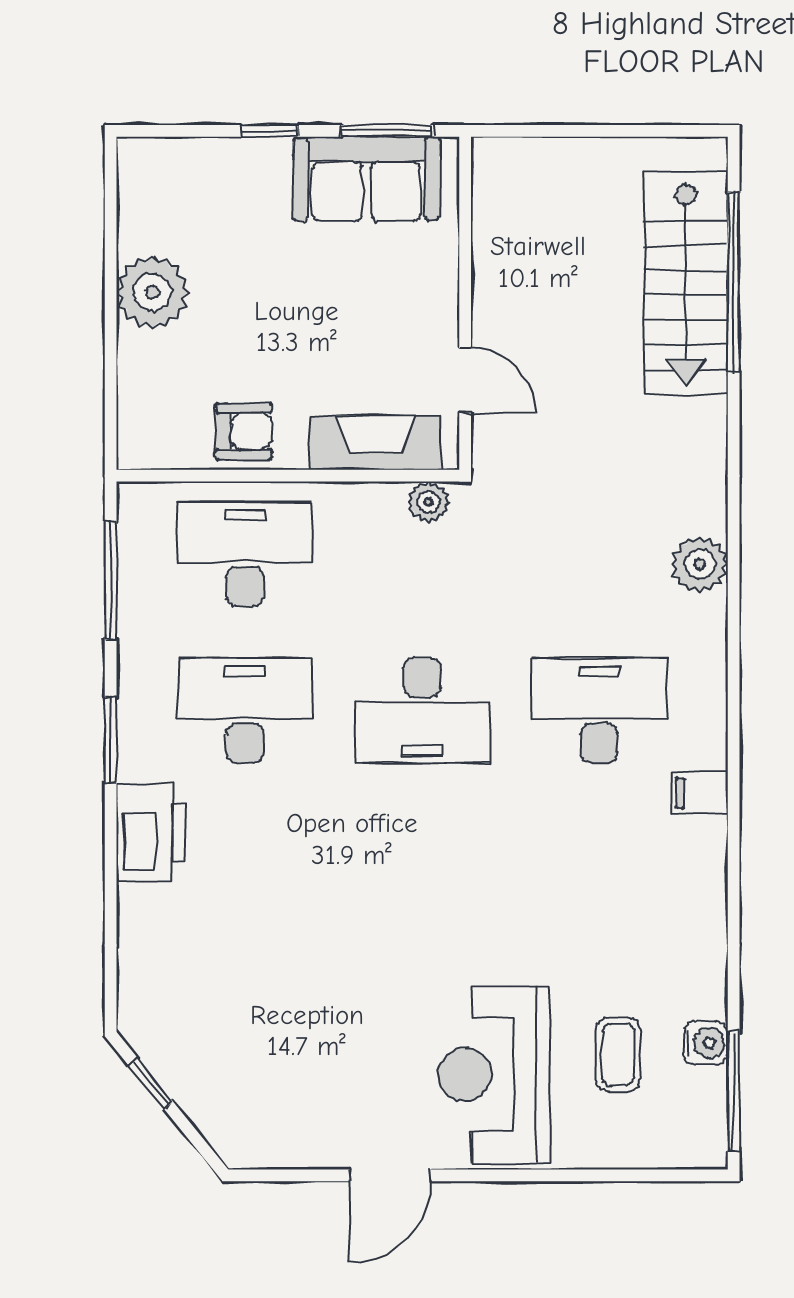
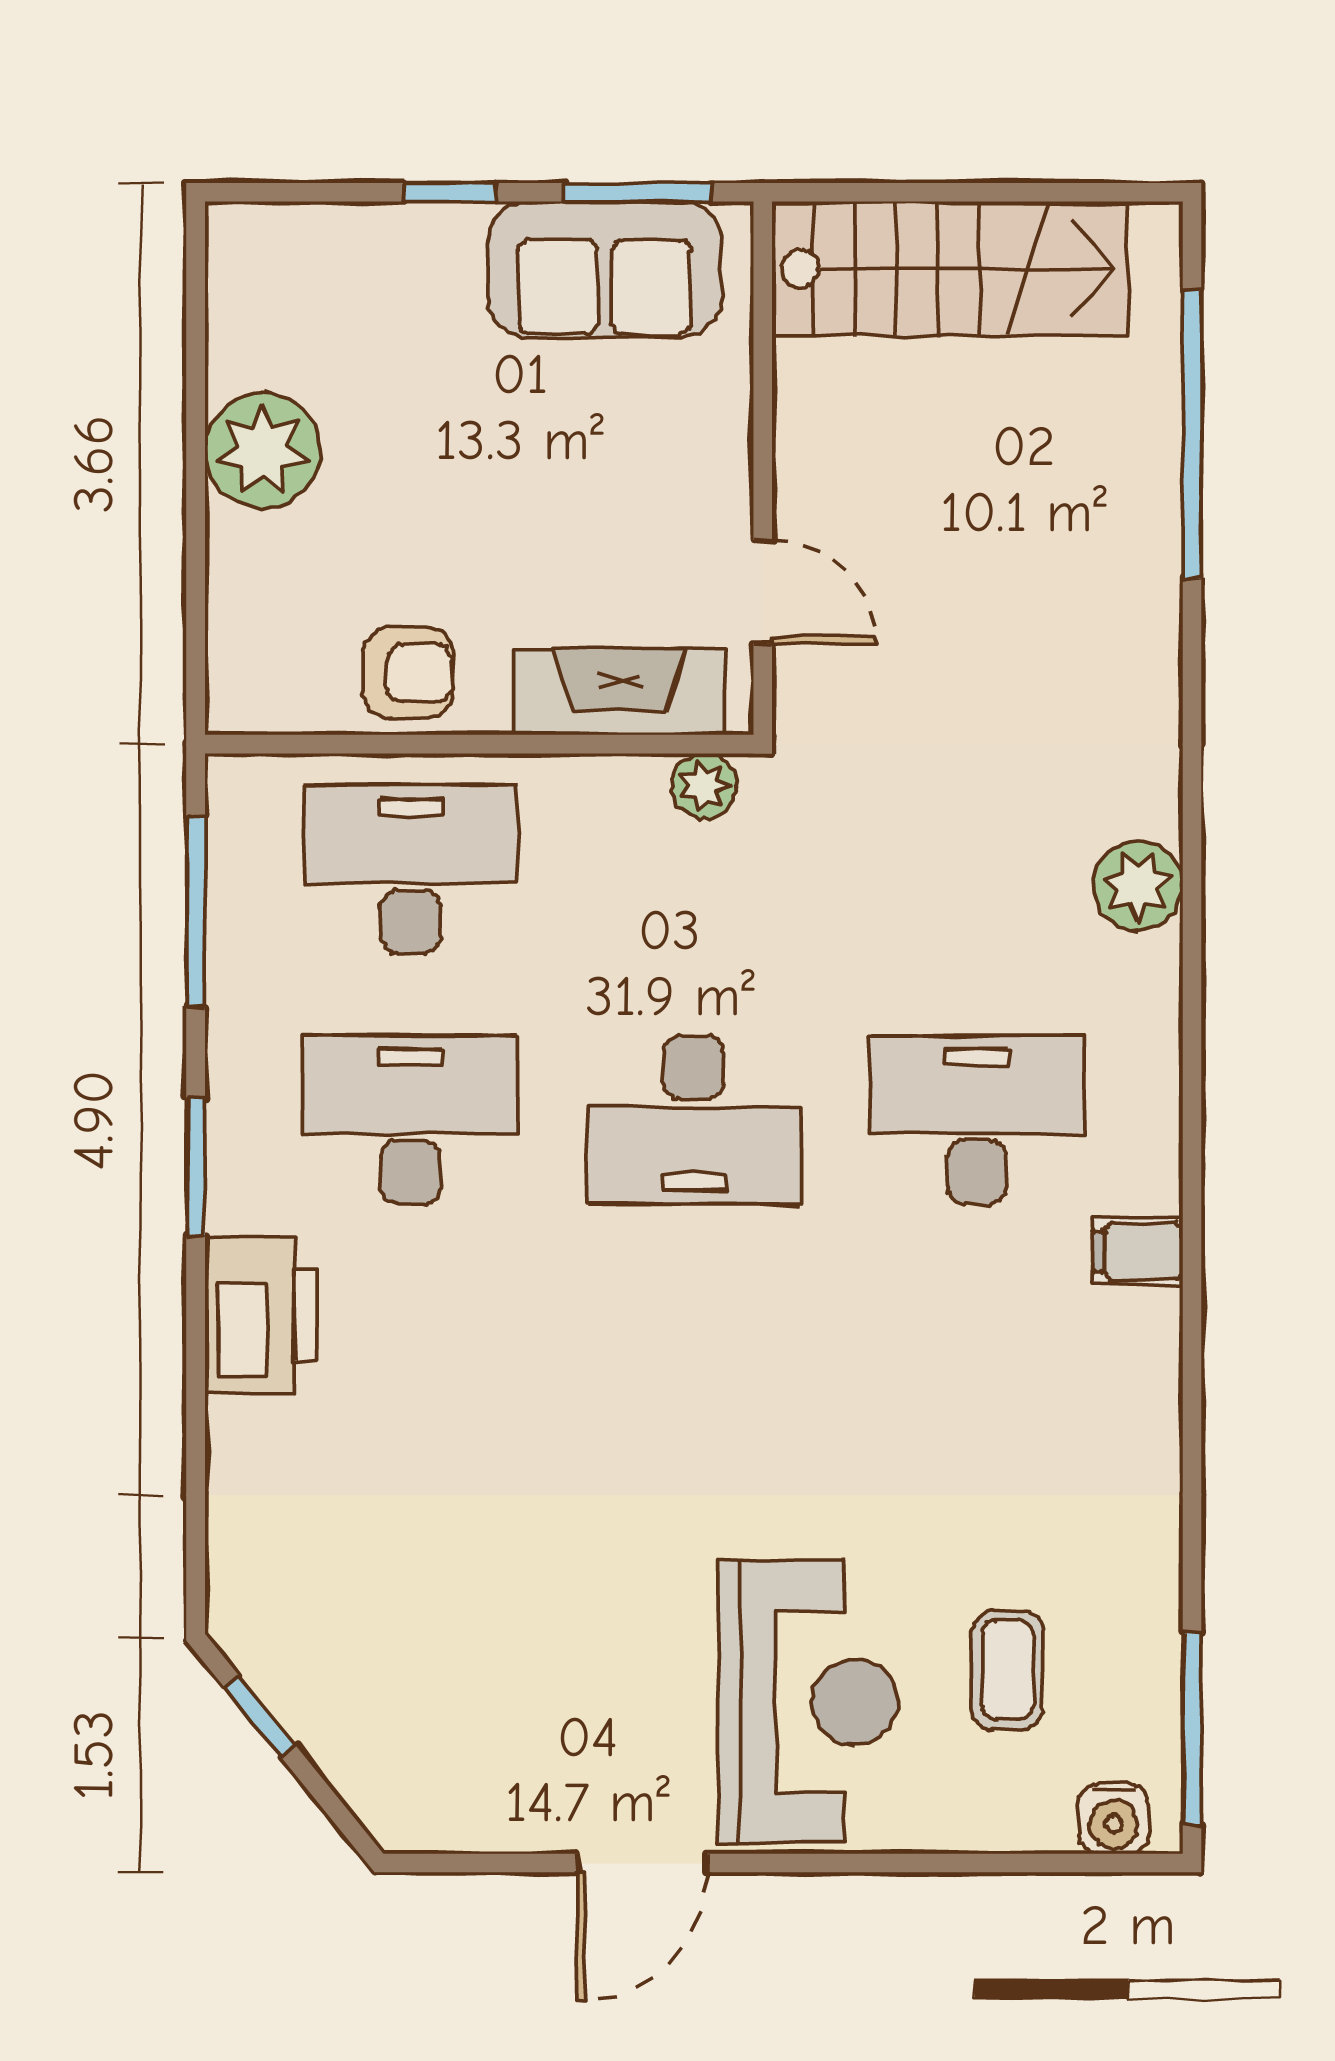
stairs: (686, 284) -> (950, 269), moved, turned -90
water cooler: (706, 1043) -> (1114, 1818), moved, turned 90
reception desk: (494, 1074) -> (808, 1702), turned 180

